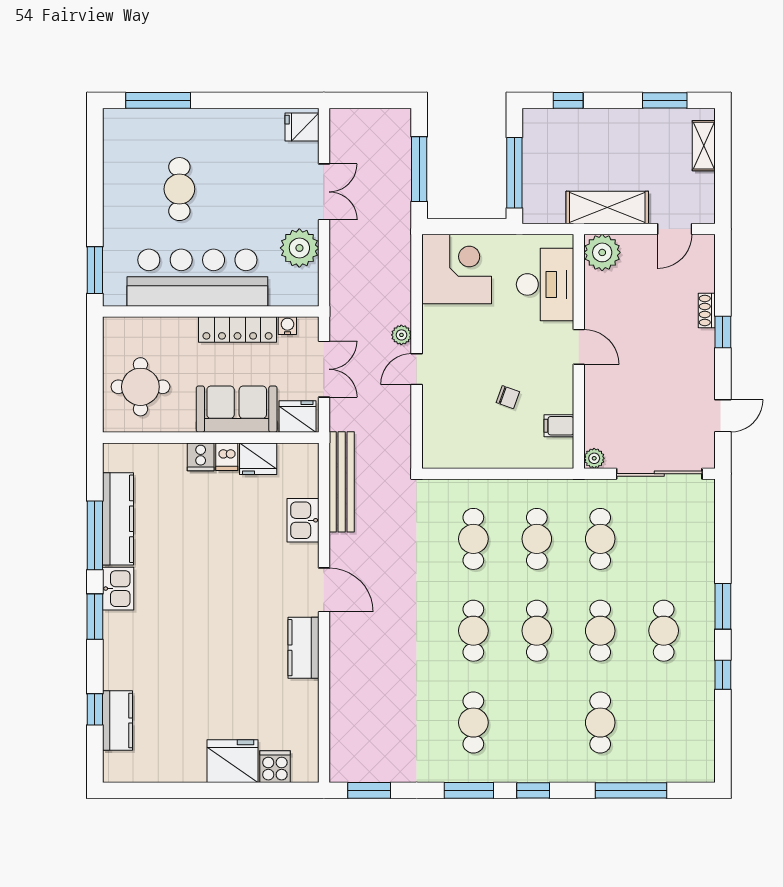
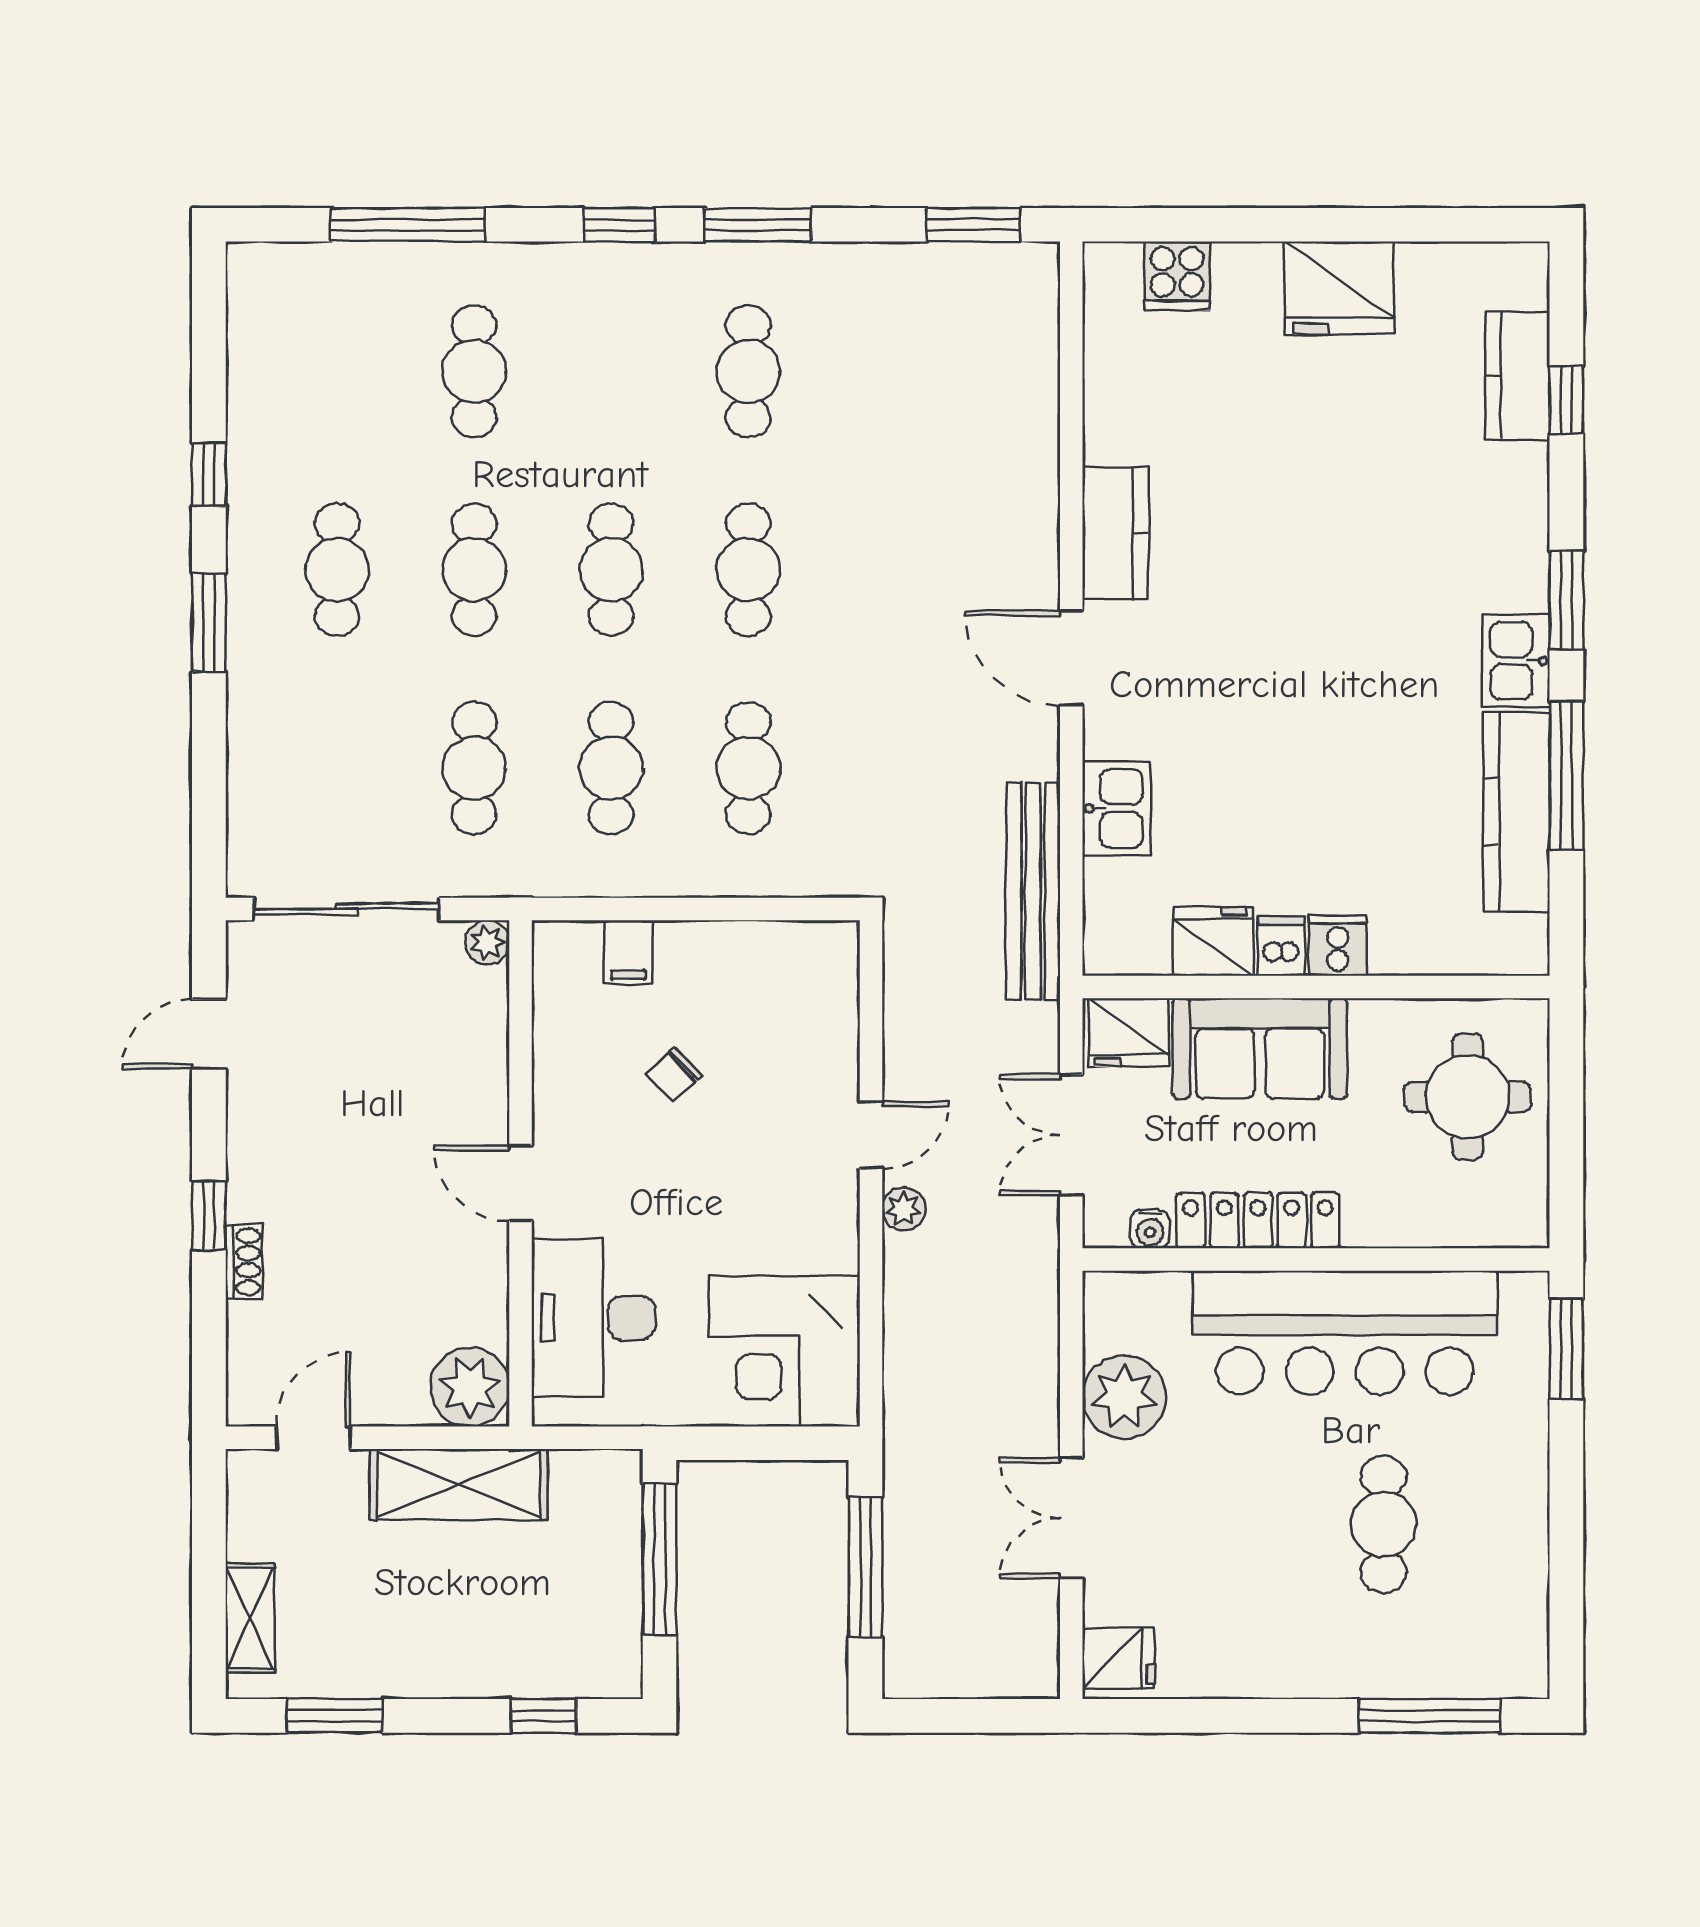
chair: (508, 397) -> (674, 1075), turned -63
filing cabinet: (559, 426) -> (629, 952), moved, turned 90
fridge: (232, 761) -> (1339, 288), moved

